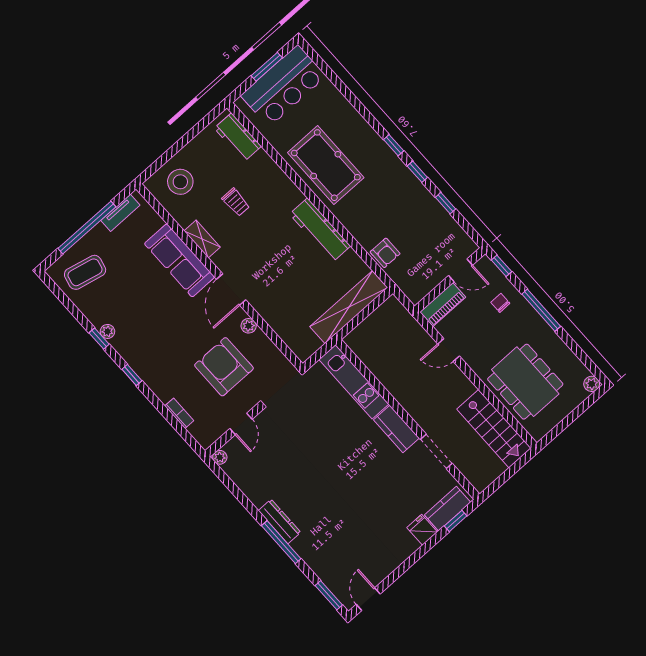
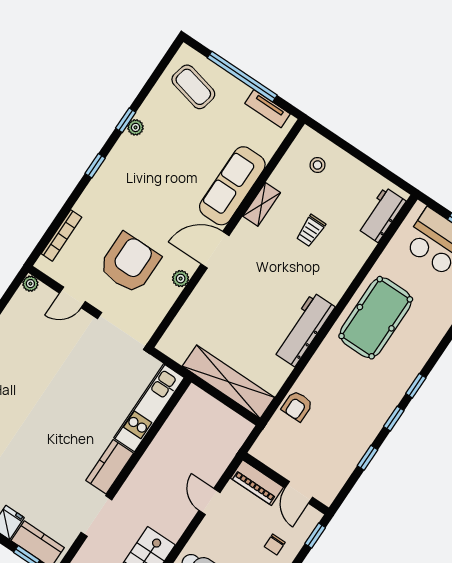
stool: (180, 182) -> (317, 165), width x0.53, depth x0.53
chair: (500, 303) -> (275, 544), turned 180
bookcase: (179, 413) -> (62, 235), width x1.56

